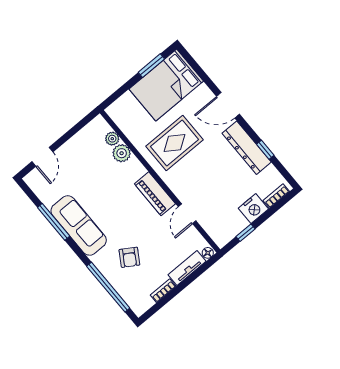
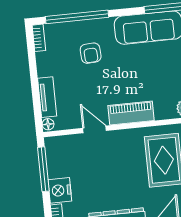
window: (246, 233) -> (43, 169), width x2.17
armchair: (129, 257) -> (91, 53), turned -125
bookcase: (163, 291) -> (39, 38), moved

